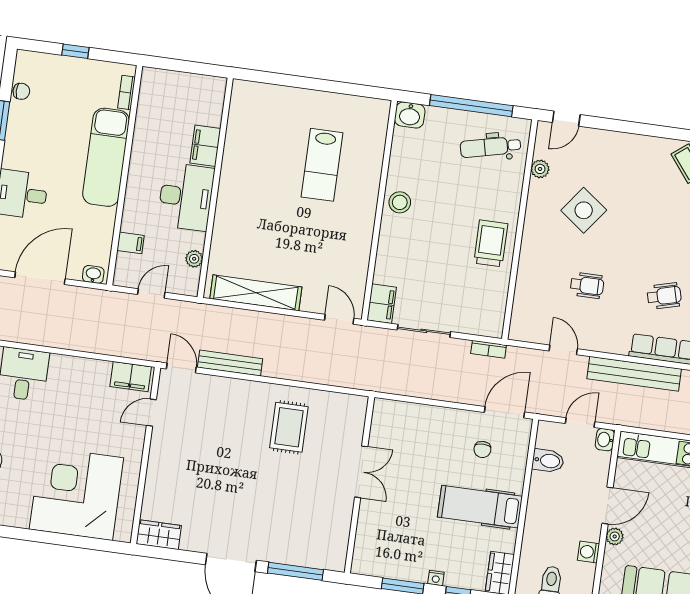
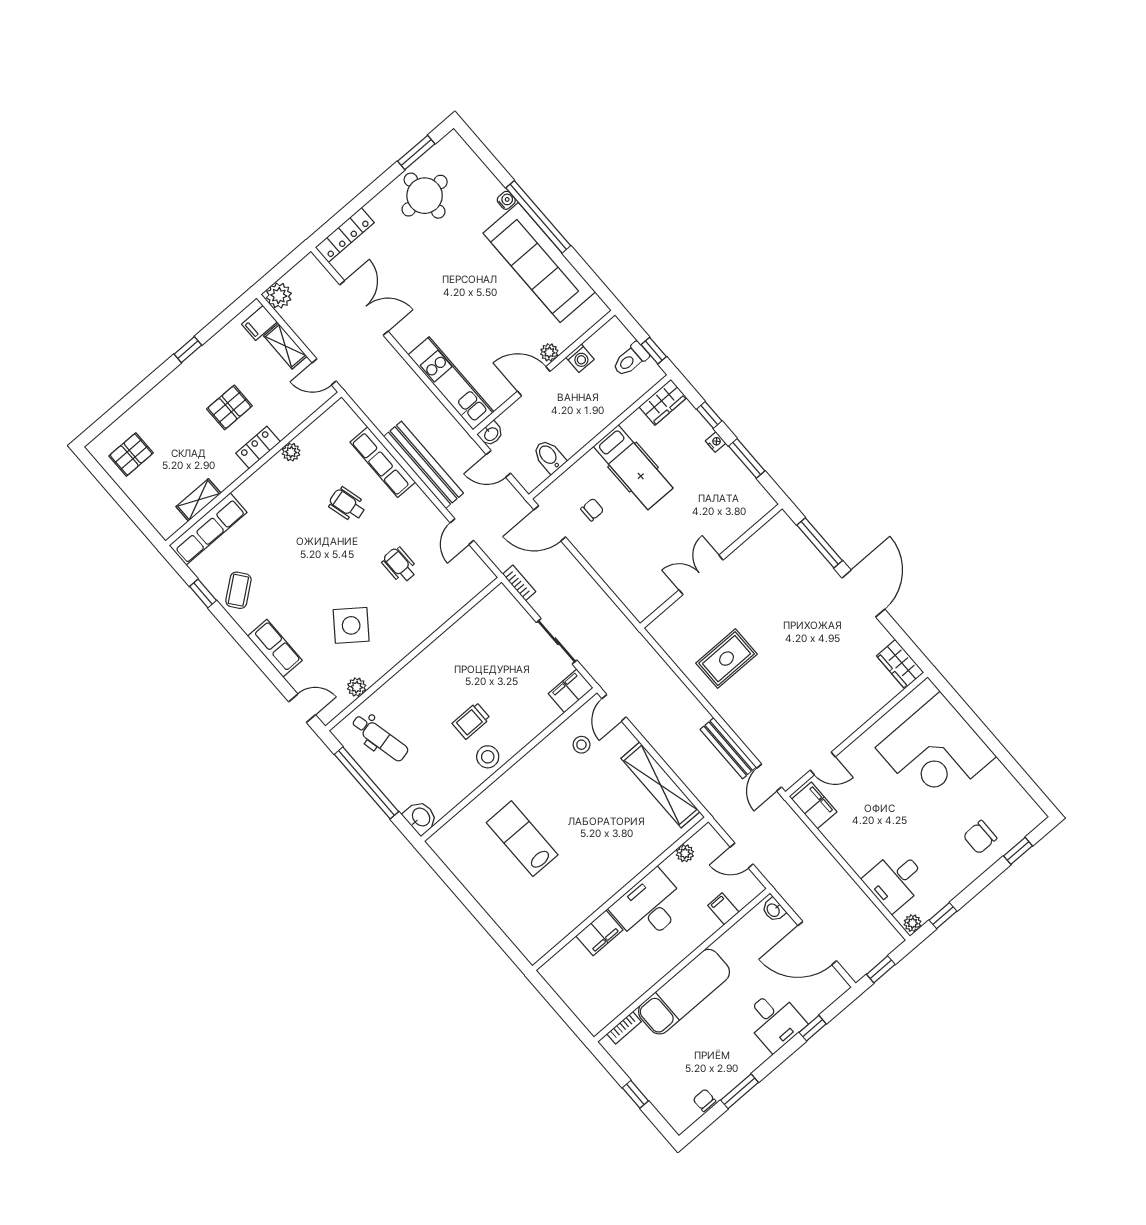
row of seats: (625, 145) -> (275, 648), added
lab bench: (322, 165) -> (522, 839), turned -90
trolley: (491, 243) -> (471, 721), moved, width x0.73, depth x0.72
stool: (339, 271) -> (581, 745), added

